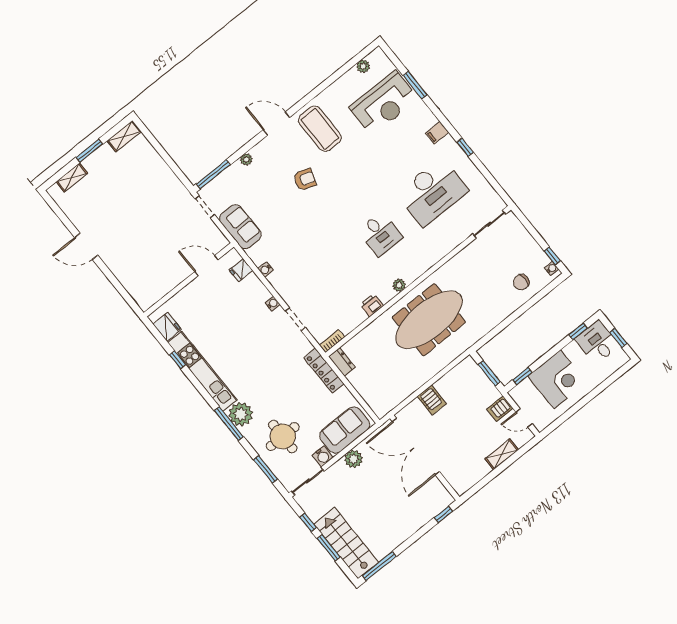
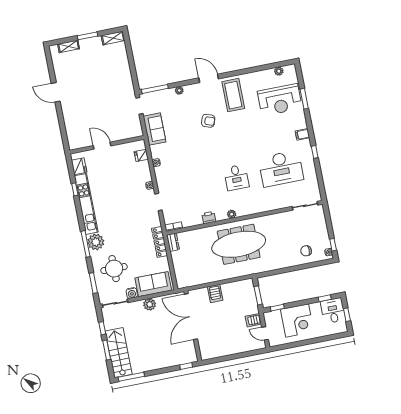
door: (206, 266) -> (102, 146), moved
shelving: (502, 454) -> (240, 348), removed

